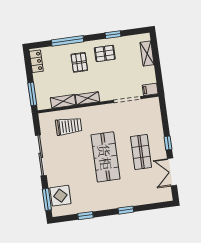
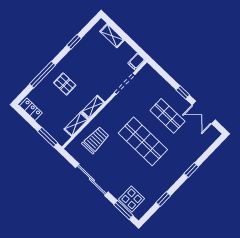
pallet: (105, 53) -> (79, 61), removed

